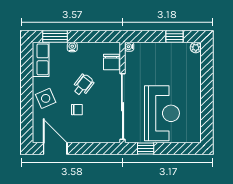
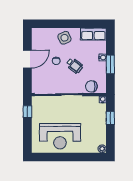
window: (55, 36) -> (110, 64), moved
window: (175, 36) -> (110, 118), moved
reception desk: (162, 113) -> (60, 136), moved
door: (55, 148) -> (27, 59), moved

